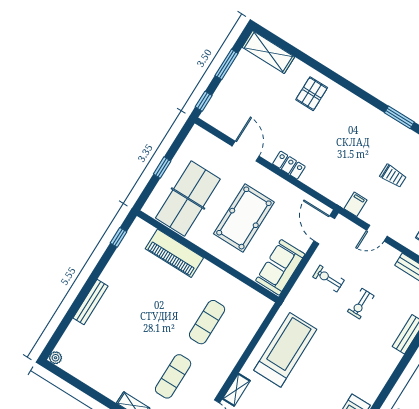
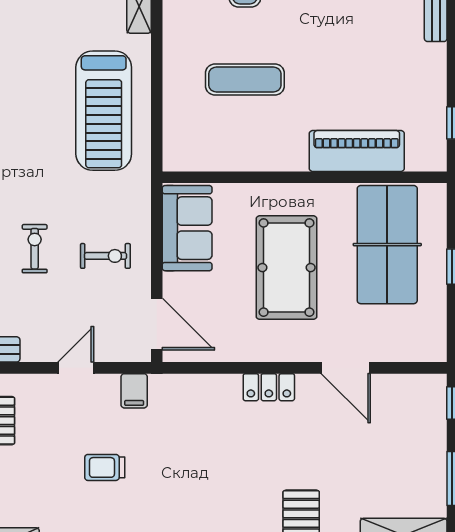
exercise mat: (207, 322) -> (245, 79), turned 90

